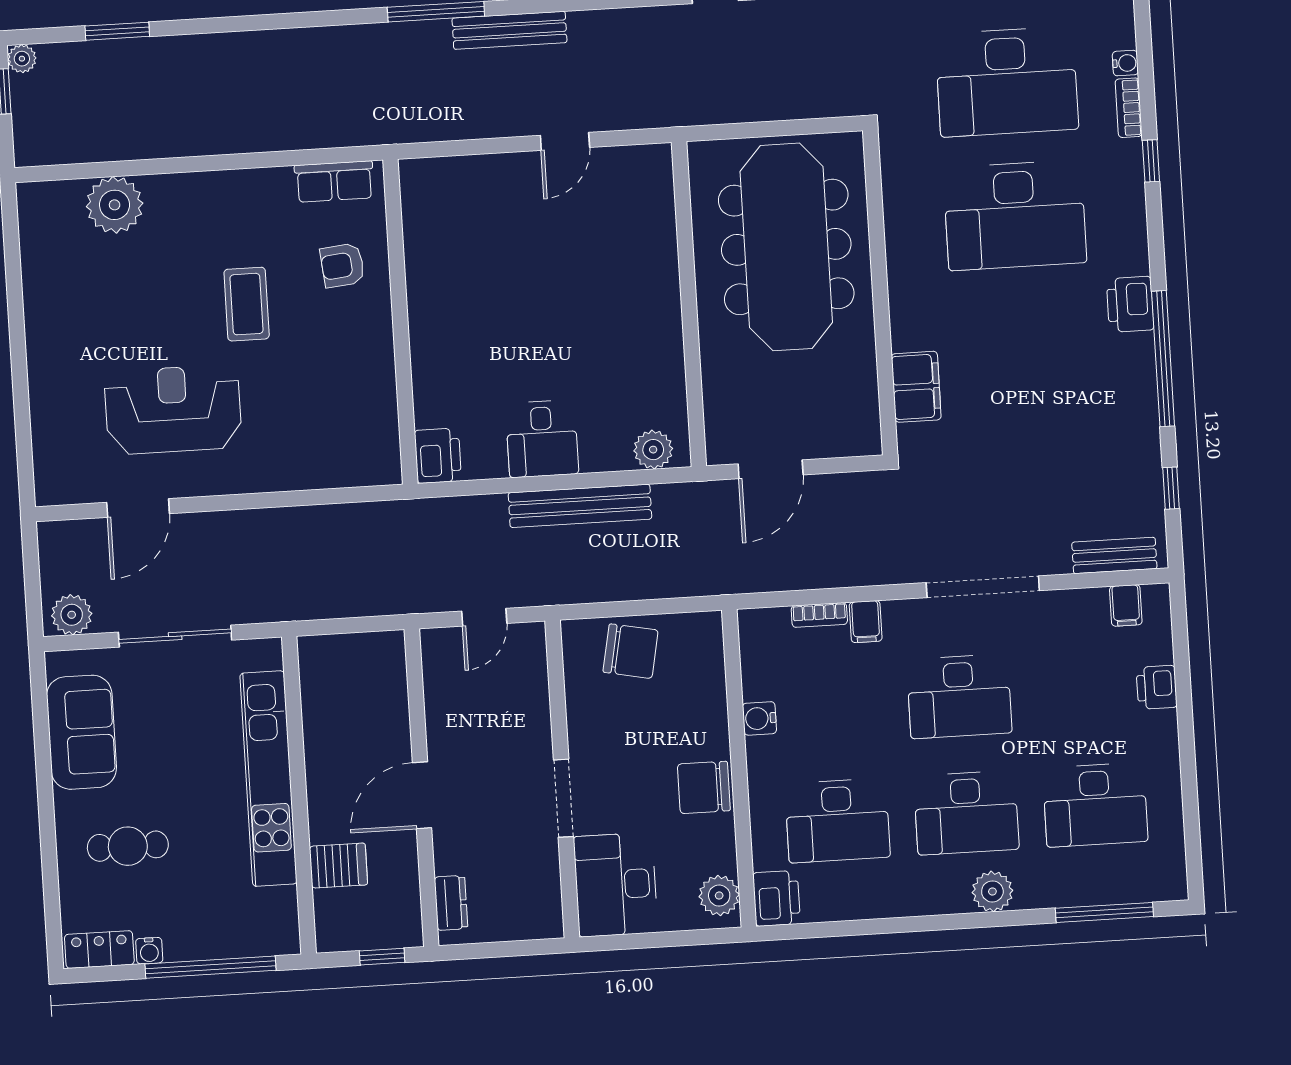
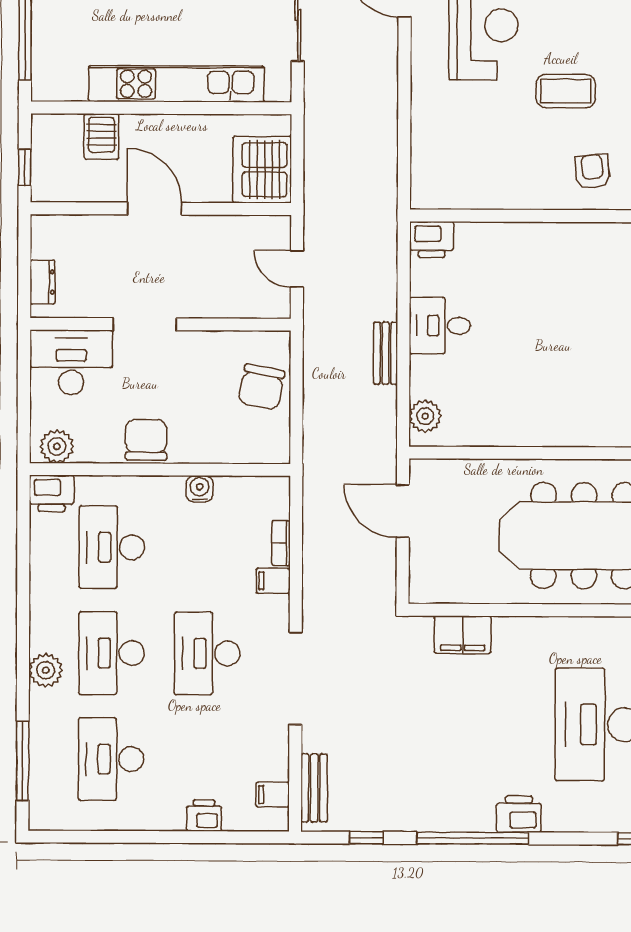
bench: (580, 506) -> (386, 353), width x0.54, depth x0.82
server rack: (366, 667) -> (262, 170), added
dresser: (451, 903) -> (43, 282), moved, turned -90

